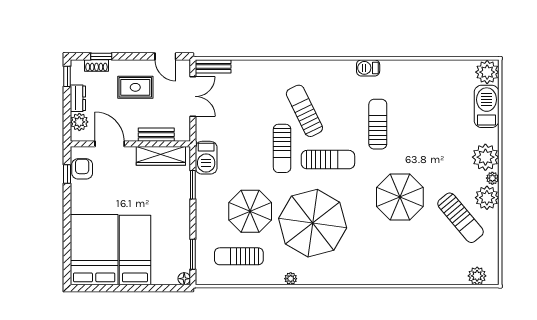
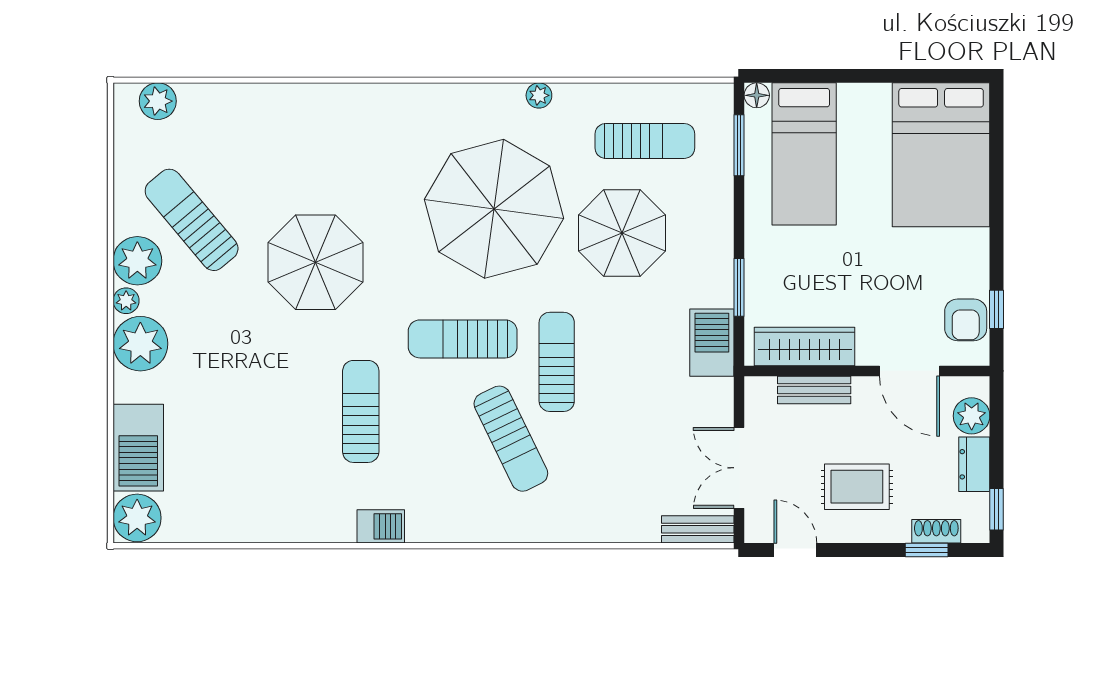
sun lounger: (378, 124) -> (361, 411), turned 180
bed: (135, 250) -> (804, 154), moved

